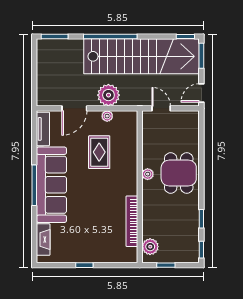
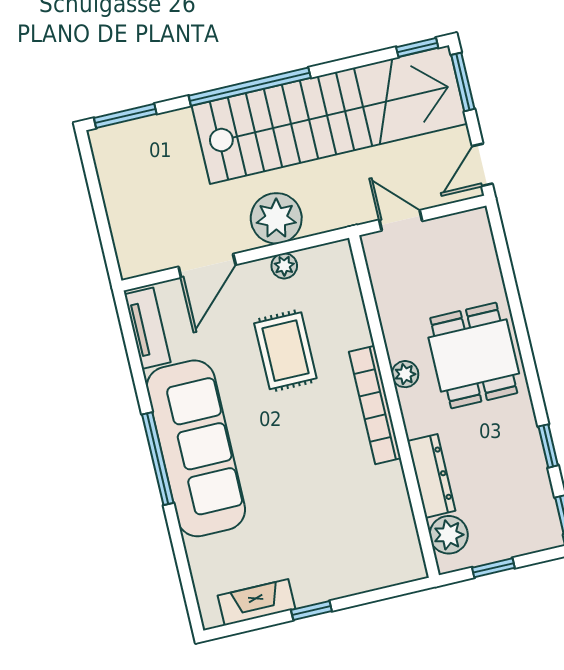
dresser: (149, 220) -> (431, 476), added
bookcase: (132, 221) -> (375, 405), moved
fireplace: (43, 240) -> (257, 602), moved, turned -90

